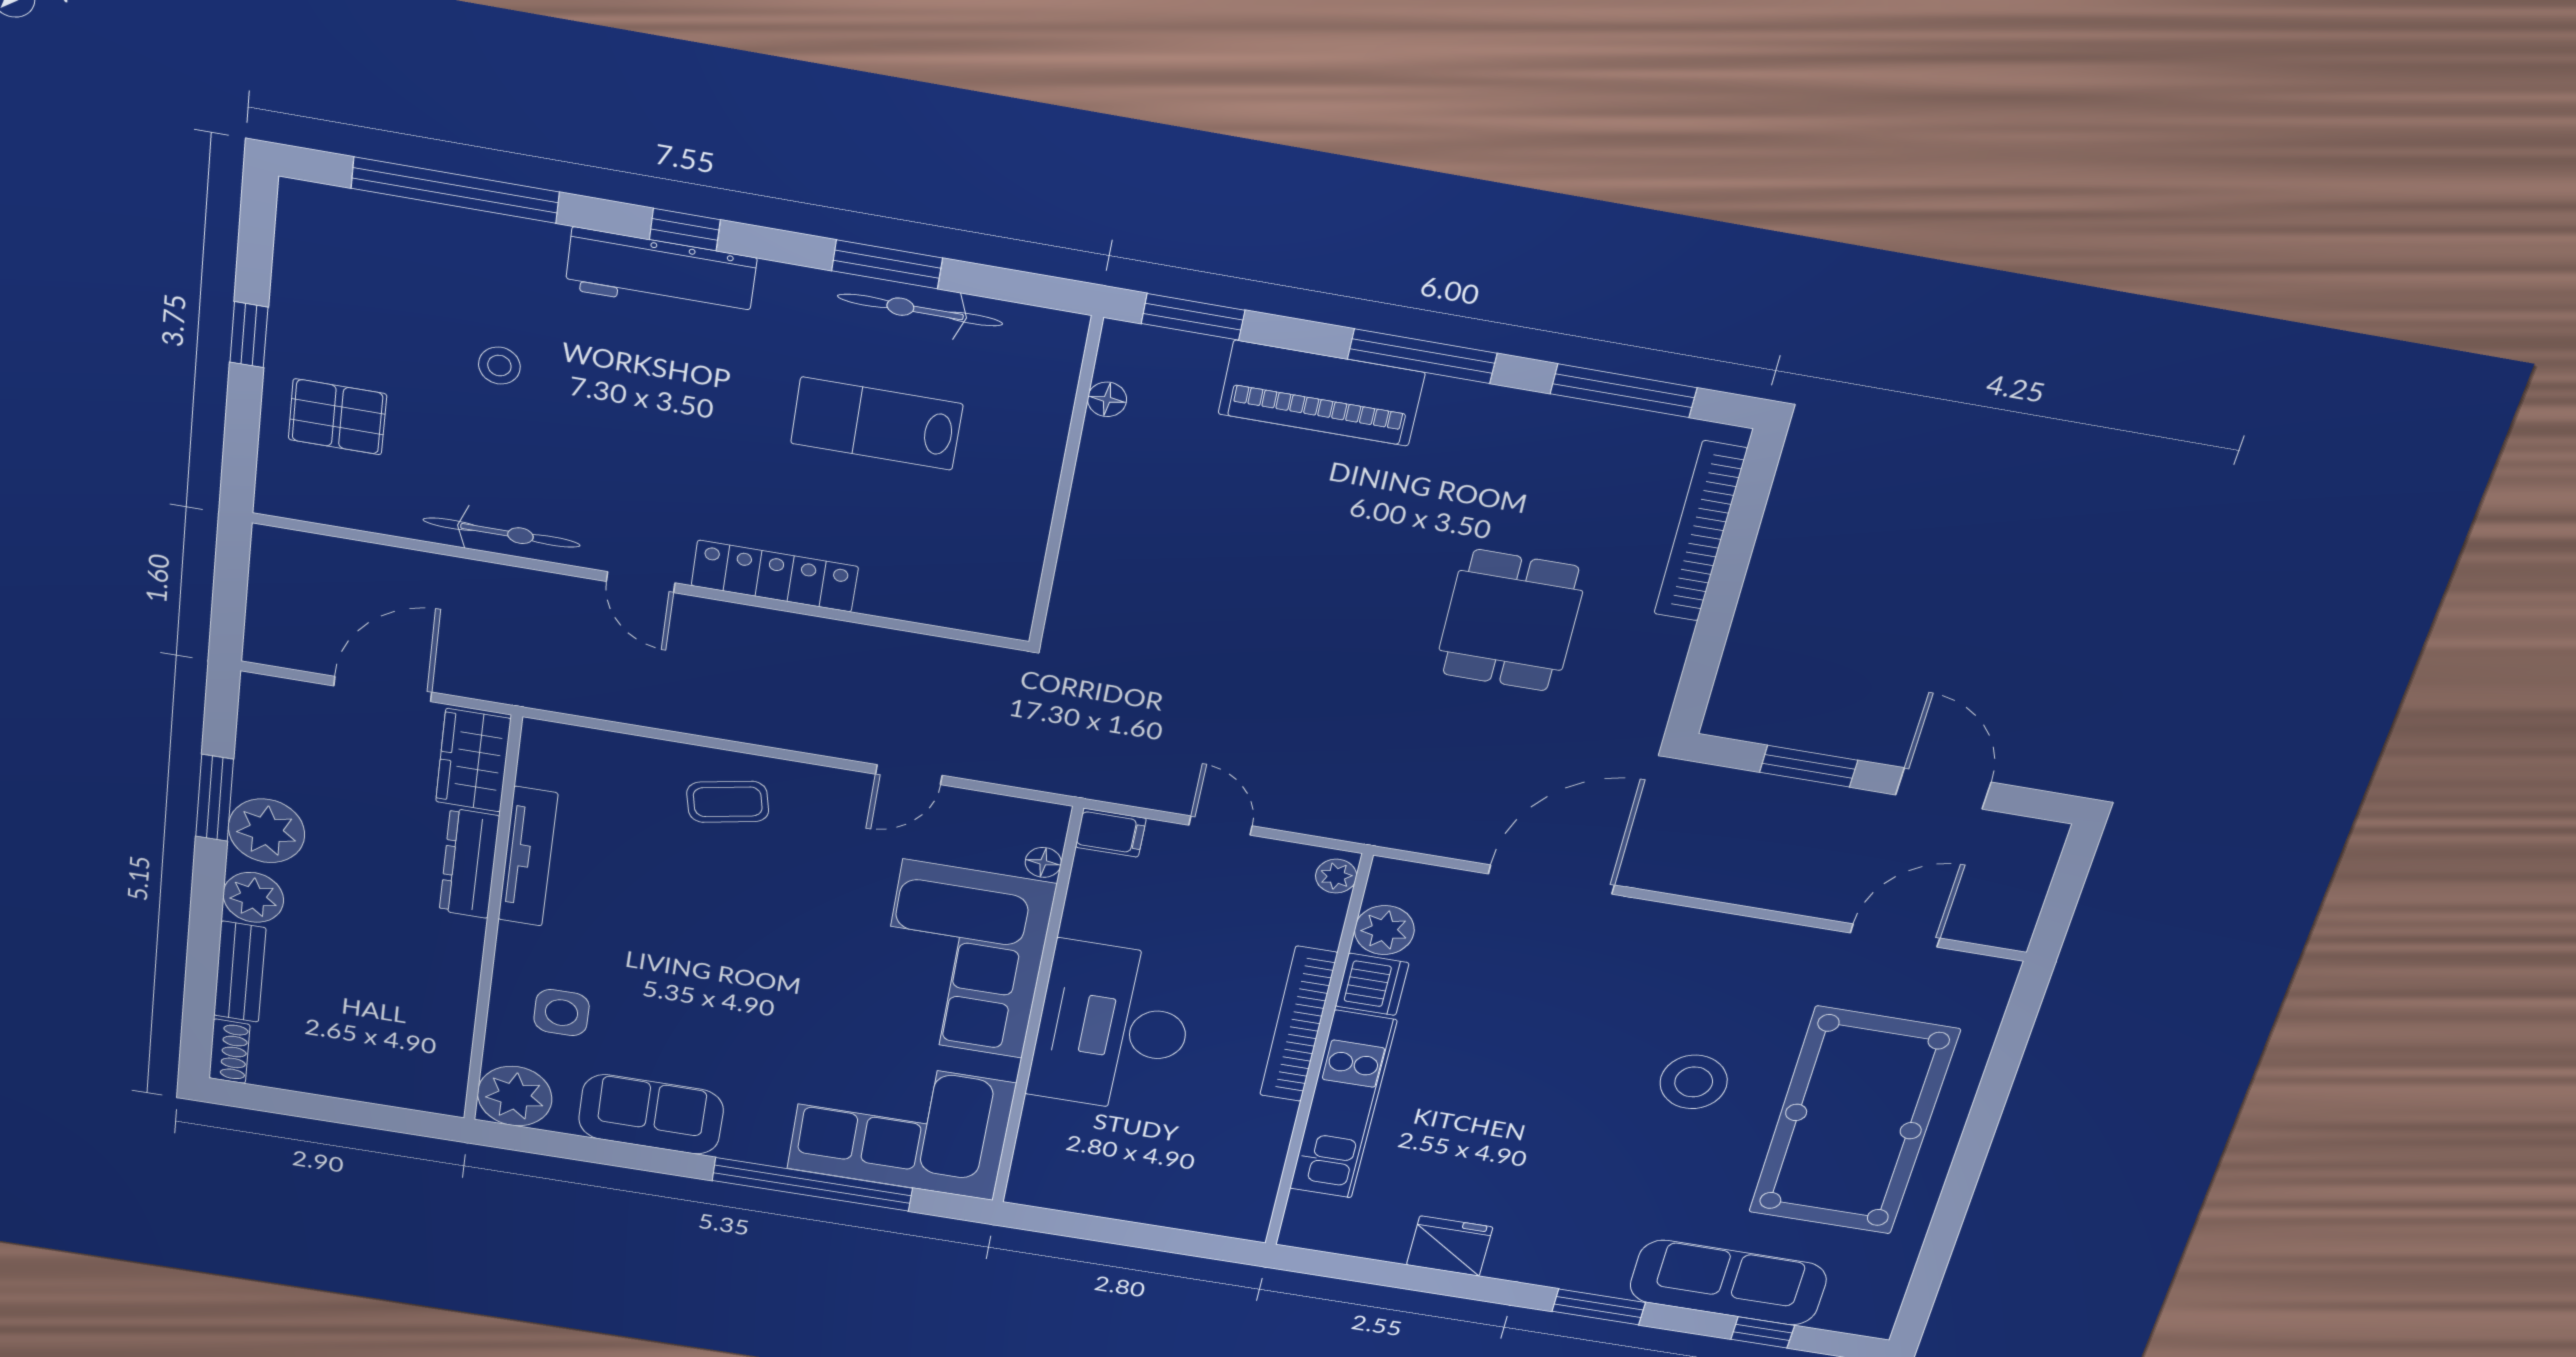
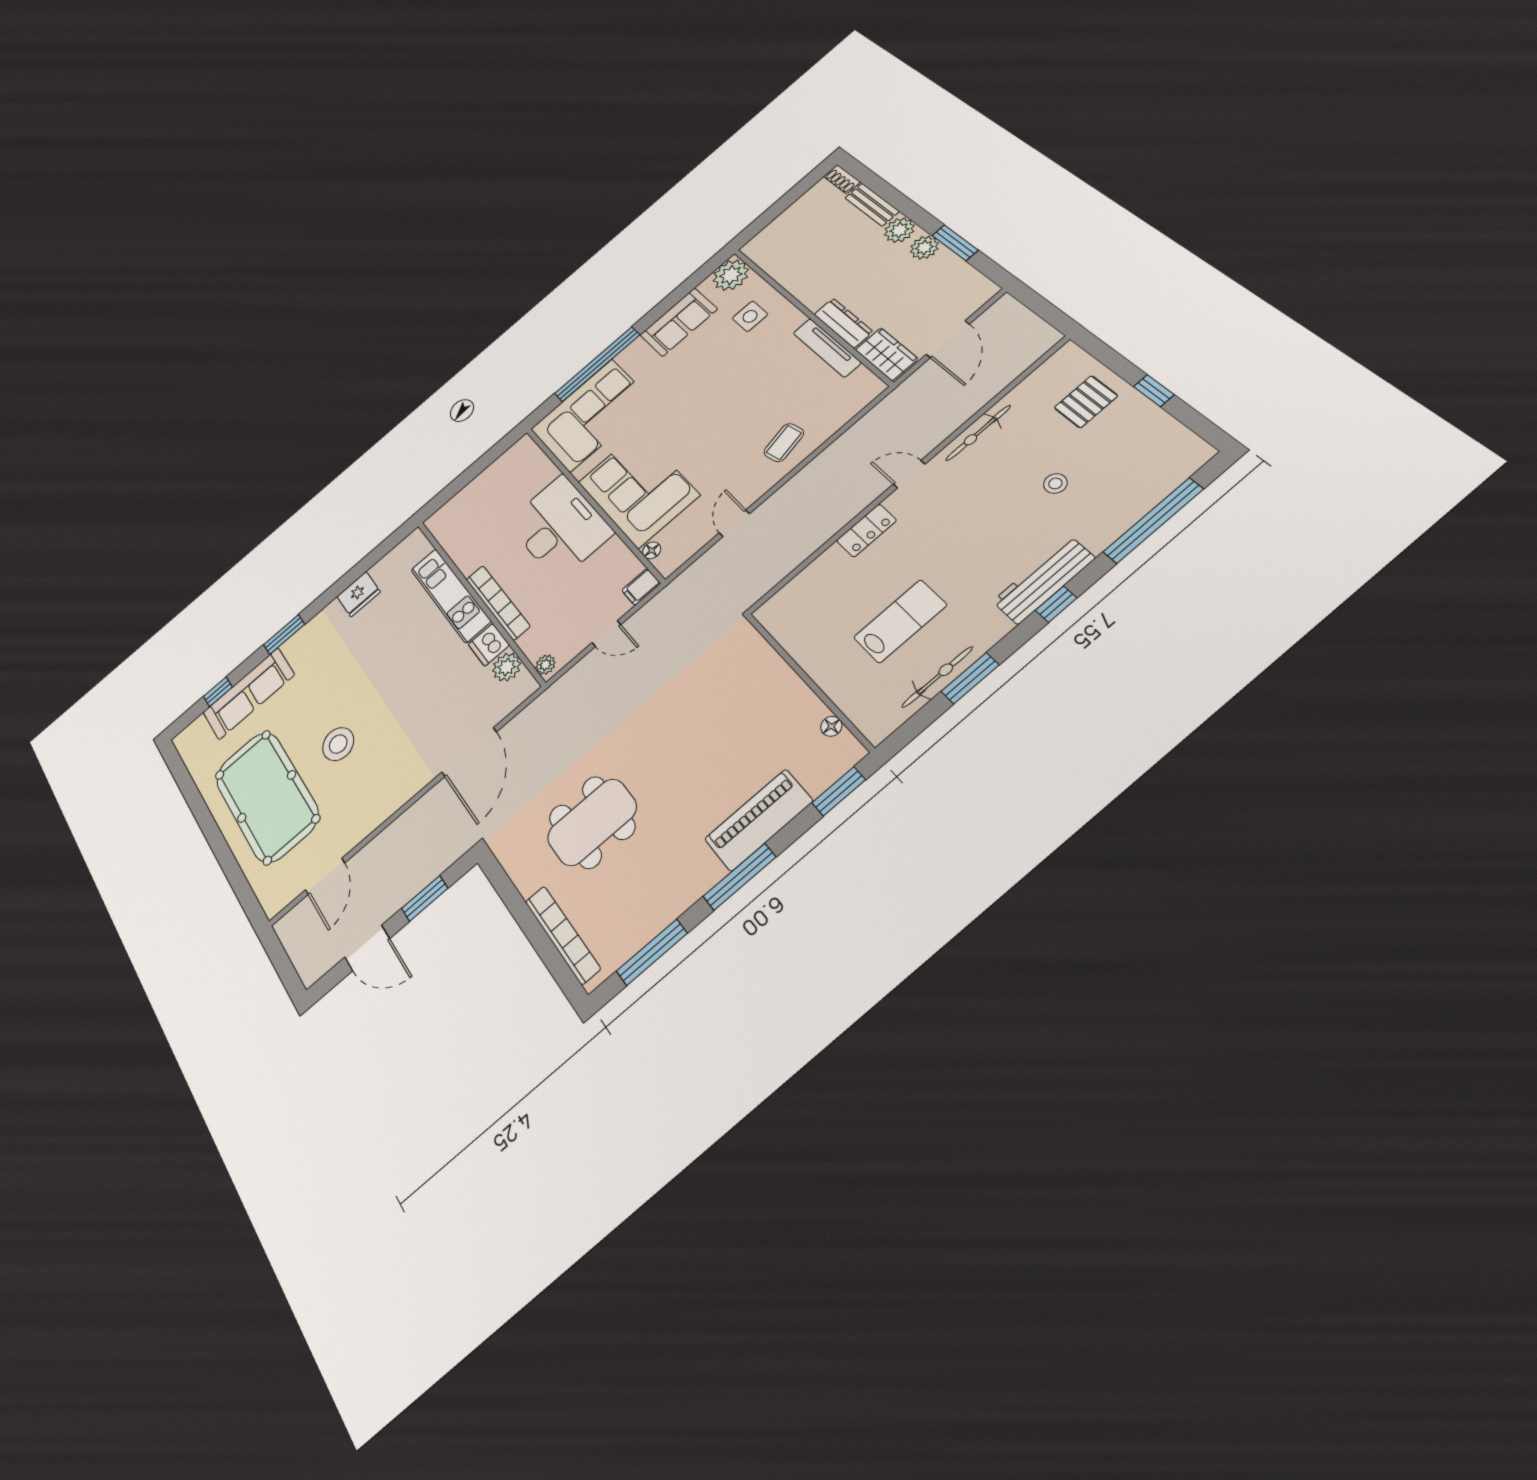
locker: (775, 576) -> (866, 531), width x0.66
dining table: (1511, 621) -> (592, 822), width x1.38
plant: (266, 831) -> (924, 248), width x0.73, depth x0.73

